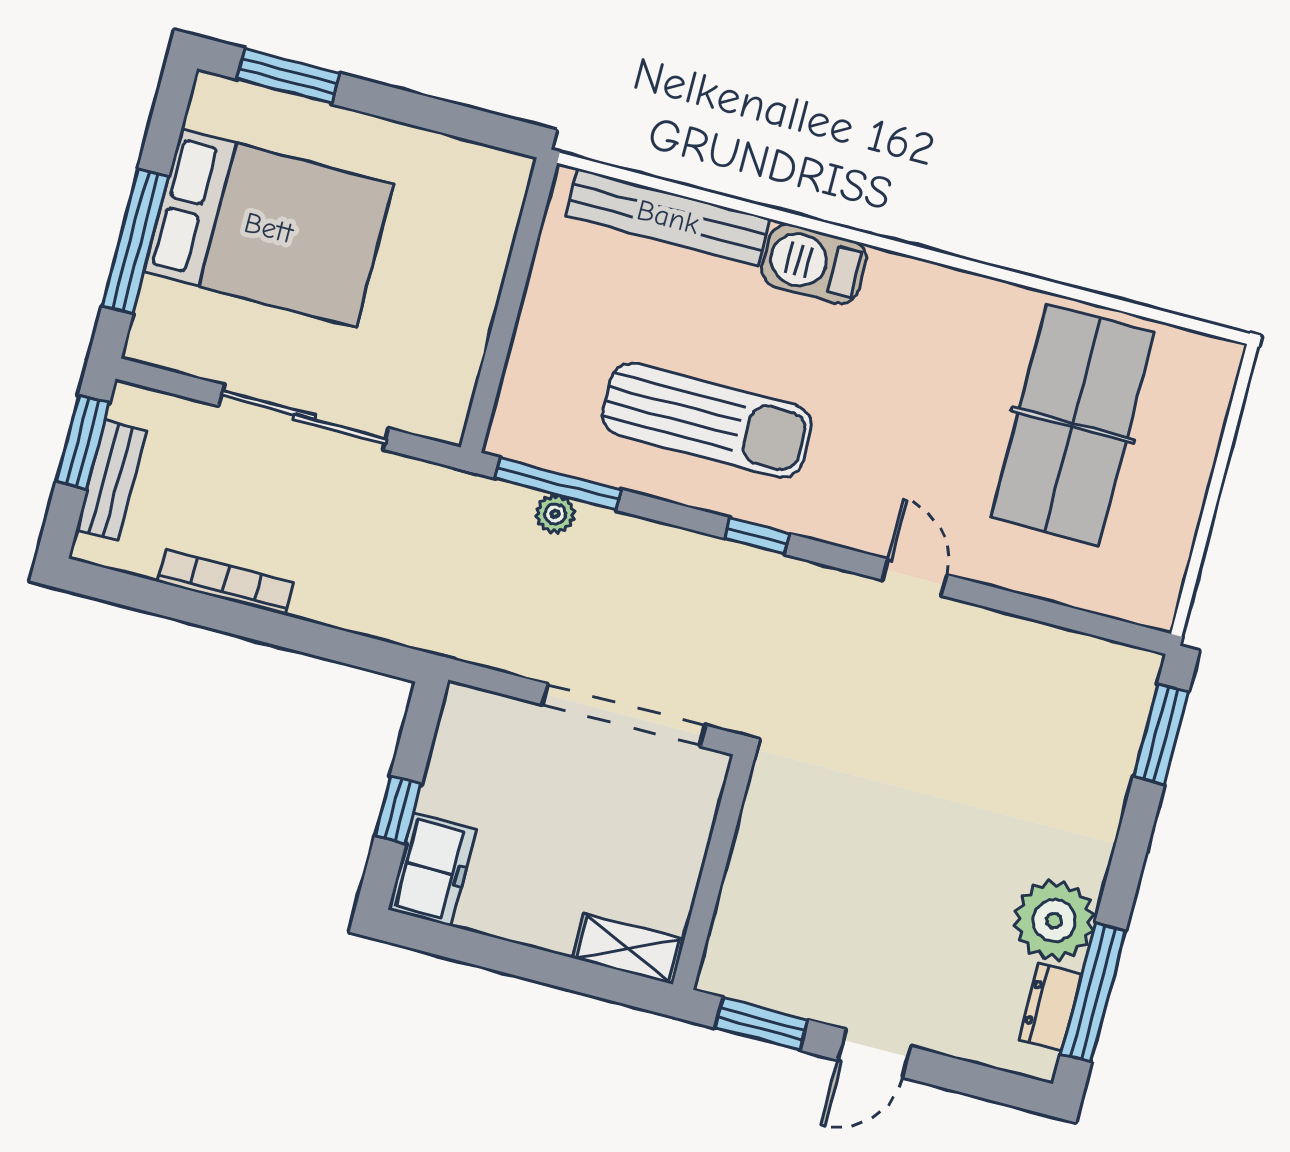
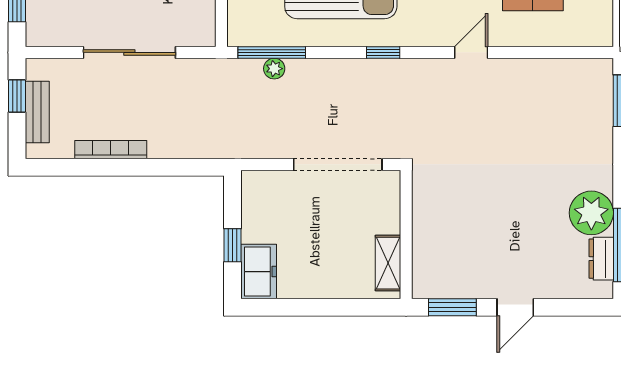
window: (83, 442) -> (17, 96), width x0.67
door: (915, 577) -> (471, 52), hinge flipped
shelving: (628, 949) -> (388, 263), moved, turned 90

